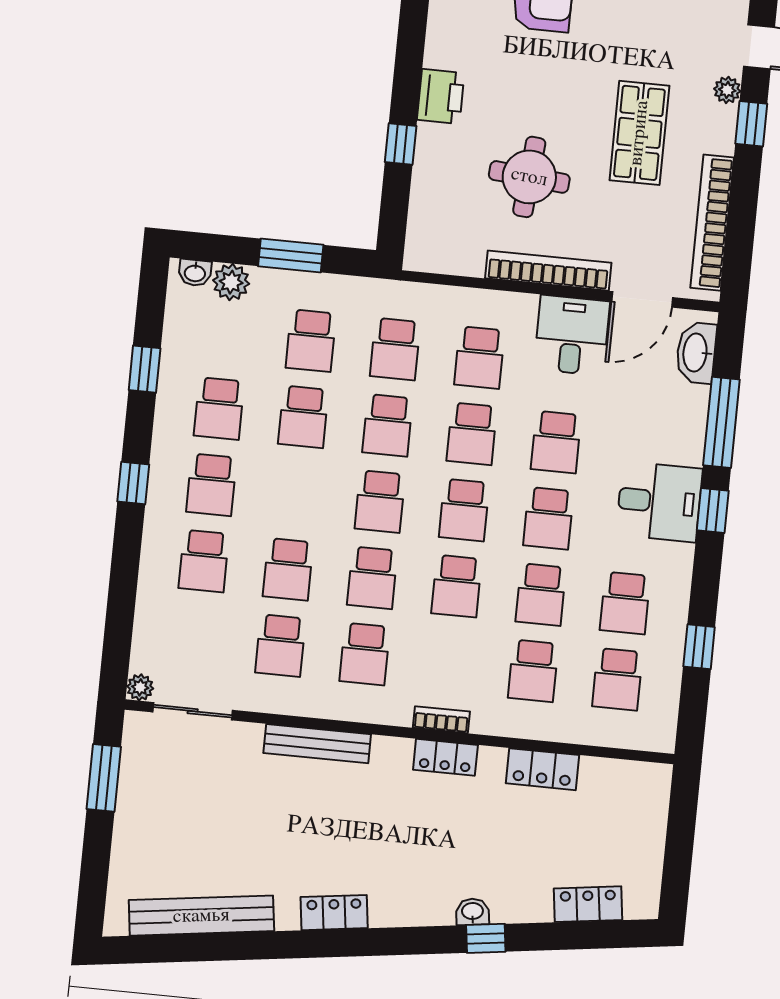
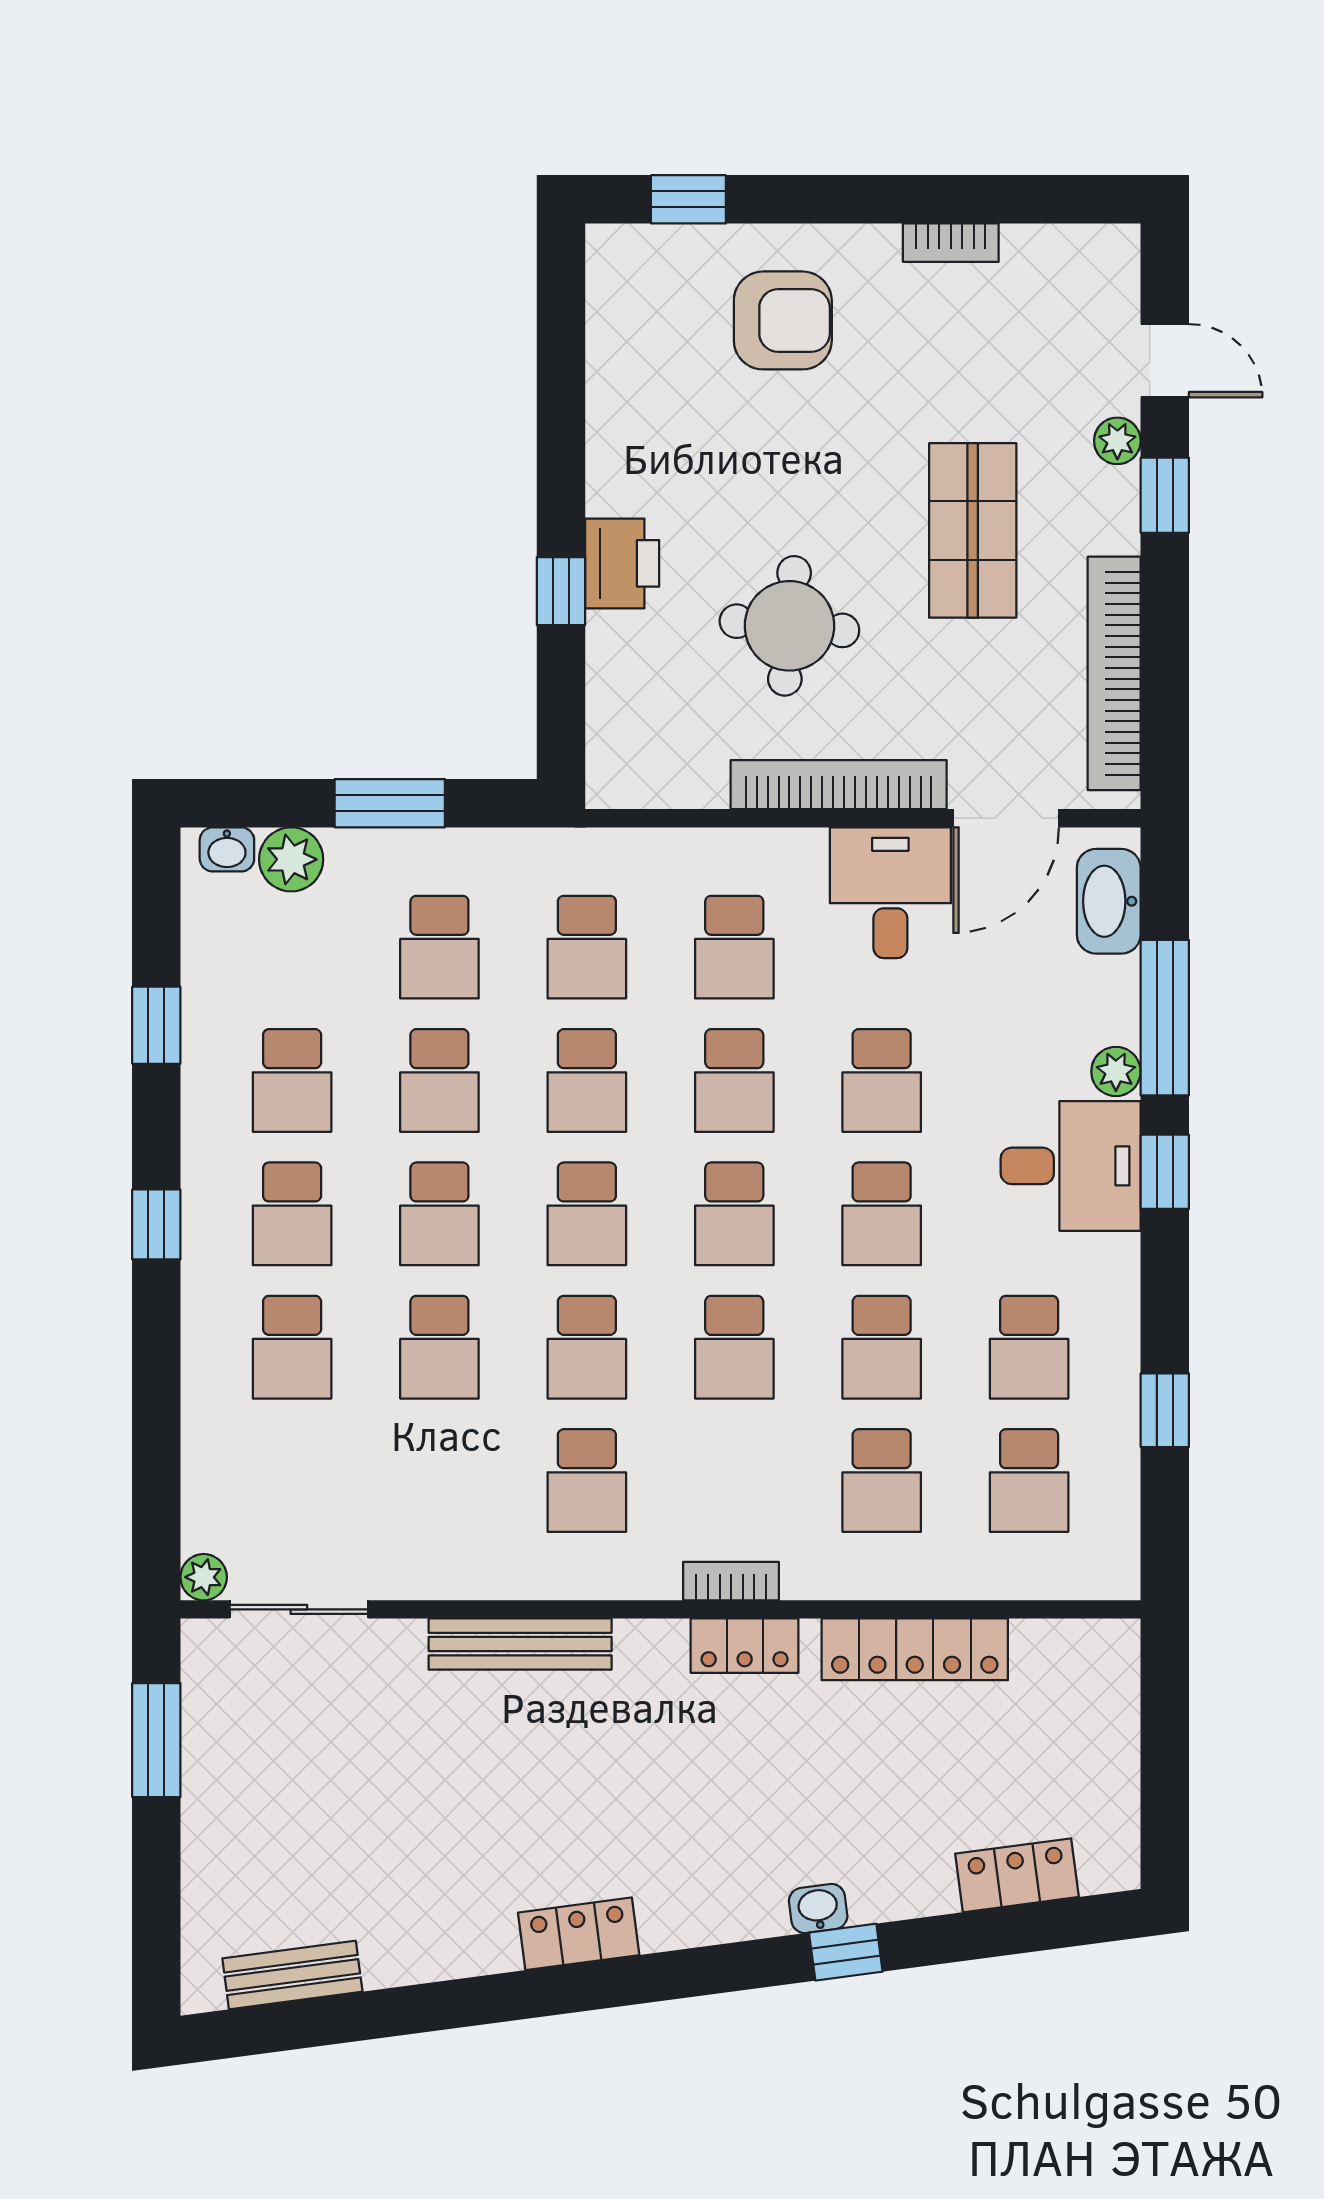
printer: (441, 96) -> (622, 563), moved
plant: (690, 450) -> (1116, 1071), added
school desk: (280, 646) -> (439, 1214), moved
locker: (543, 769) -> (915, 1649), width x1.53
bench: (201, 916) -> (292, 1975), width x0.54, depth x0.82

